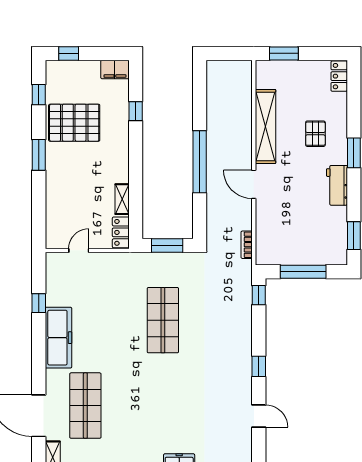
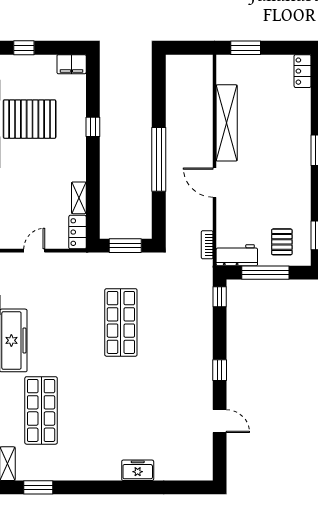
window: (136, 111) -> (93, 127), moved
pallet: (315, 134) -> (282, 242), moved
workbench: (337, 185) -> (237, 255), moved, turned 90

